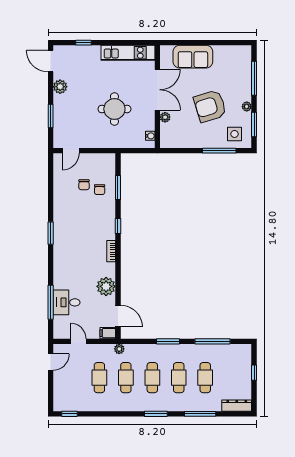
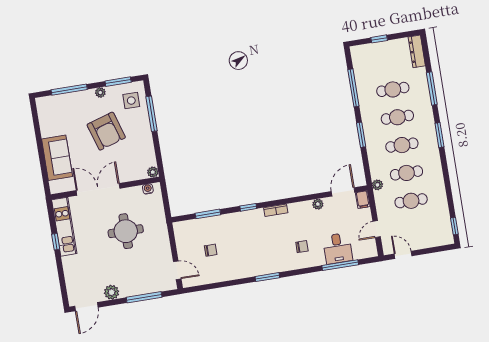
window: (83, 43) -> (56, 242), moved
window: (51, 116) -> (144, 297), width x1.44
plant: (165, 117) -> (153, 172), moved
chair: (100, 190) -> (302, 247), moved
plant: (106, 286) -> (318, 204), width x0.53, depth x0.53

